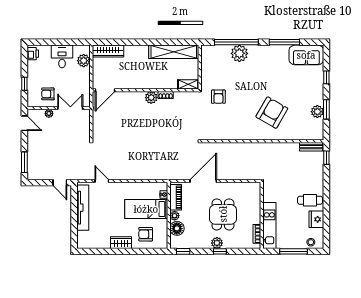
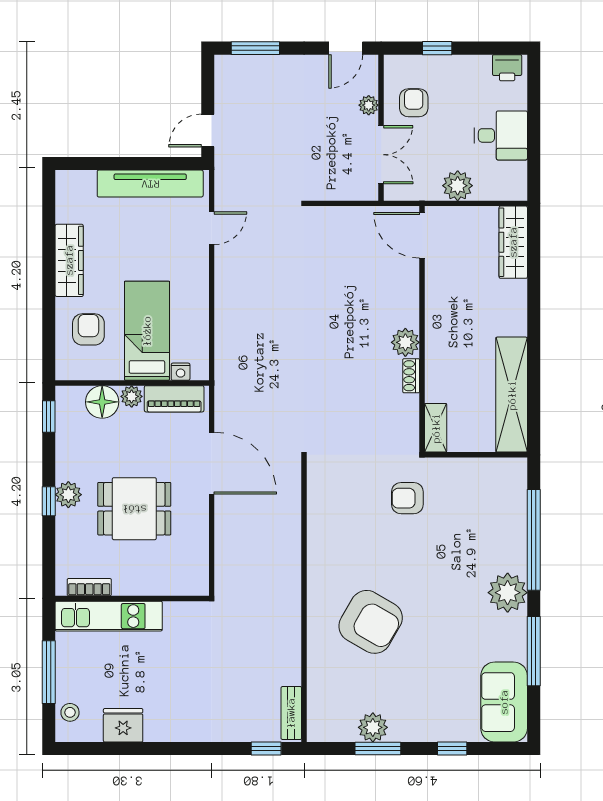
plant: (239, 53) -> (508, 593), moved
plant: (84, 61) -> (458, 186), moved
cafe table: (310, 200) -> (167, 711), removed
wardrobe: (121, 243) -> (69, 260), width x1.50

